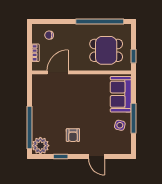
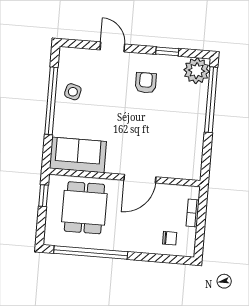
dining table: (106, 50) -> (84, 208), turned 90
door: (58, 72) -> (140, 179), moved
sofa: (121, 94) -> (78, 155), moved, turned -90
window: (133, 118) -> (51, 101), width x1.46

